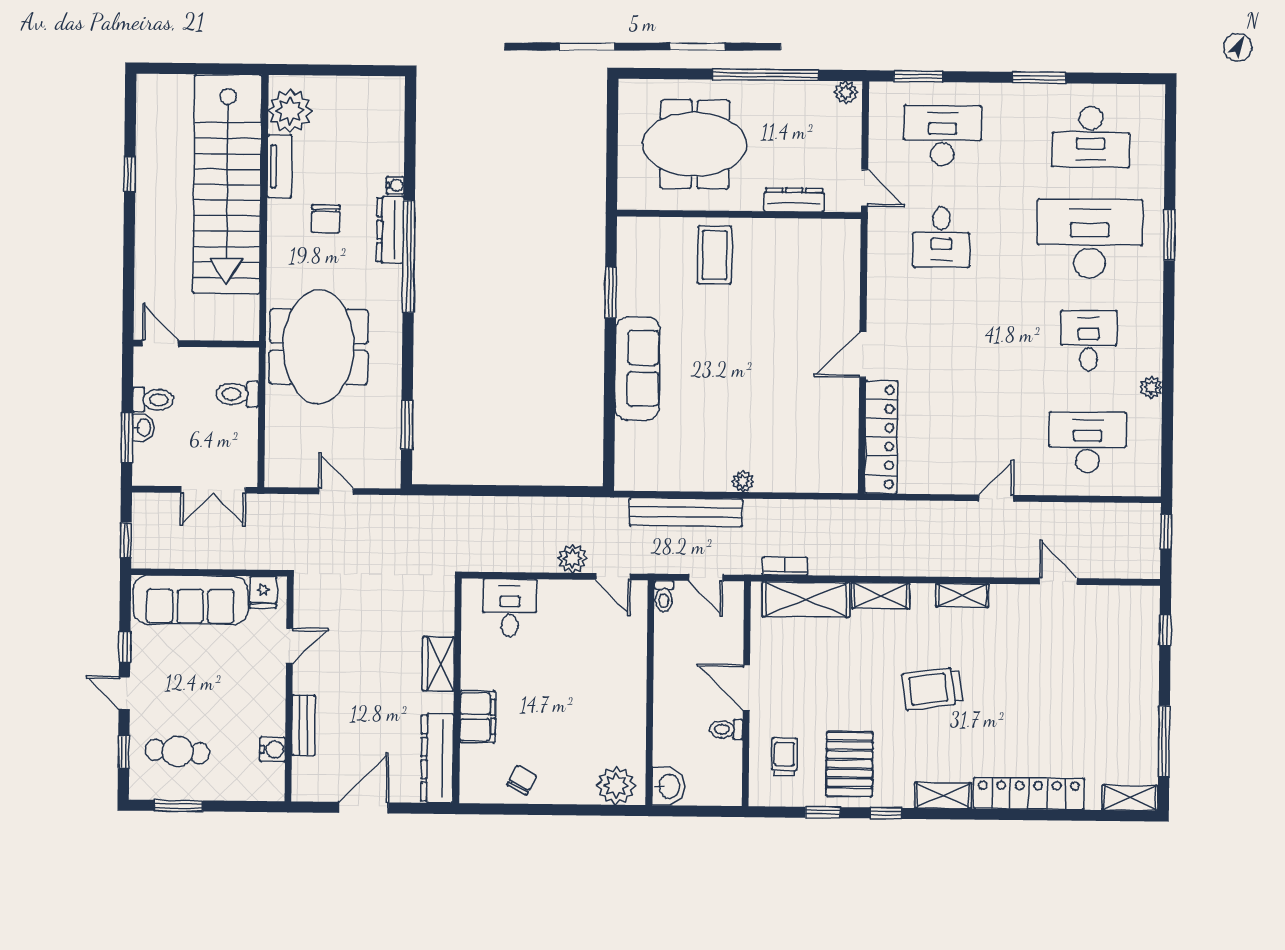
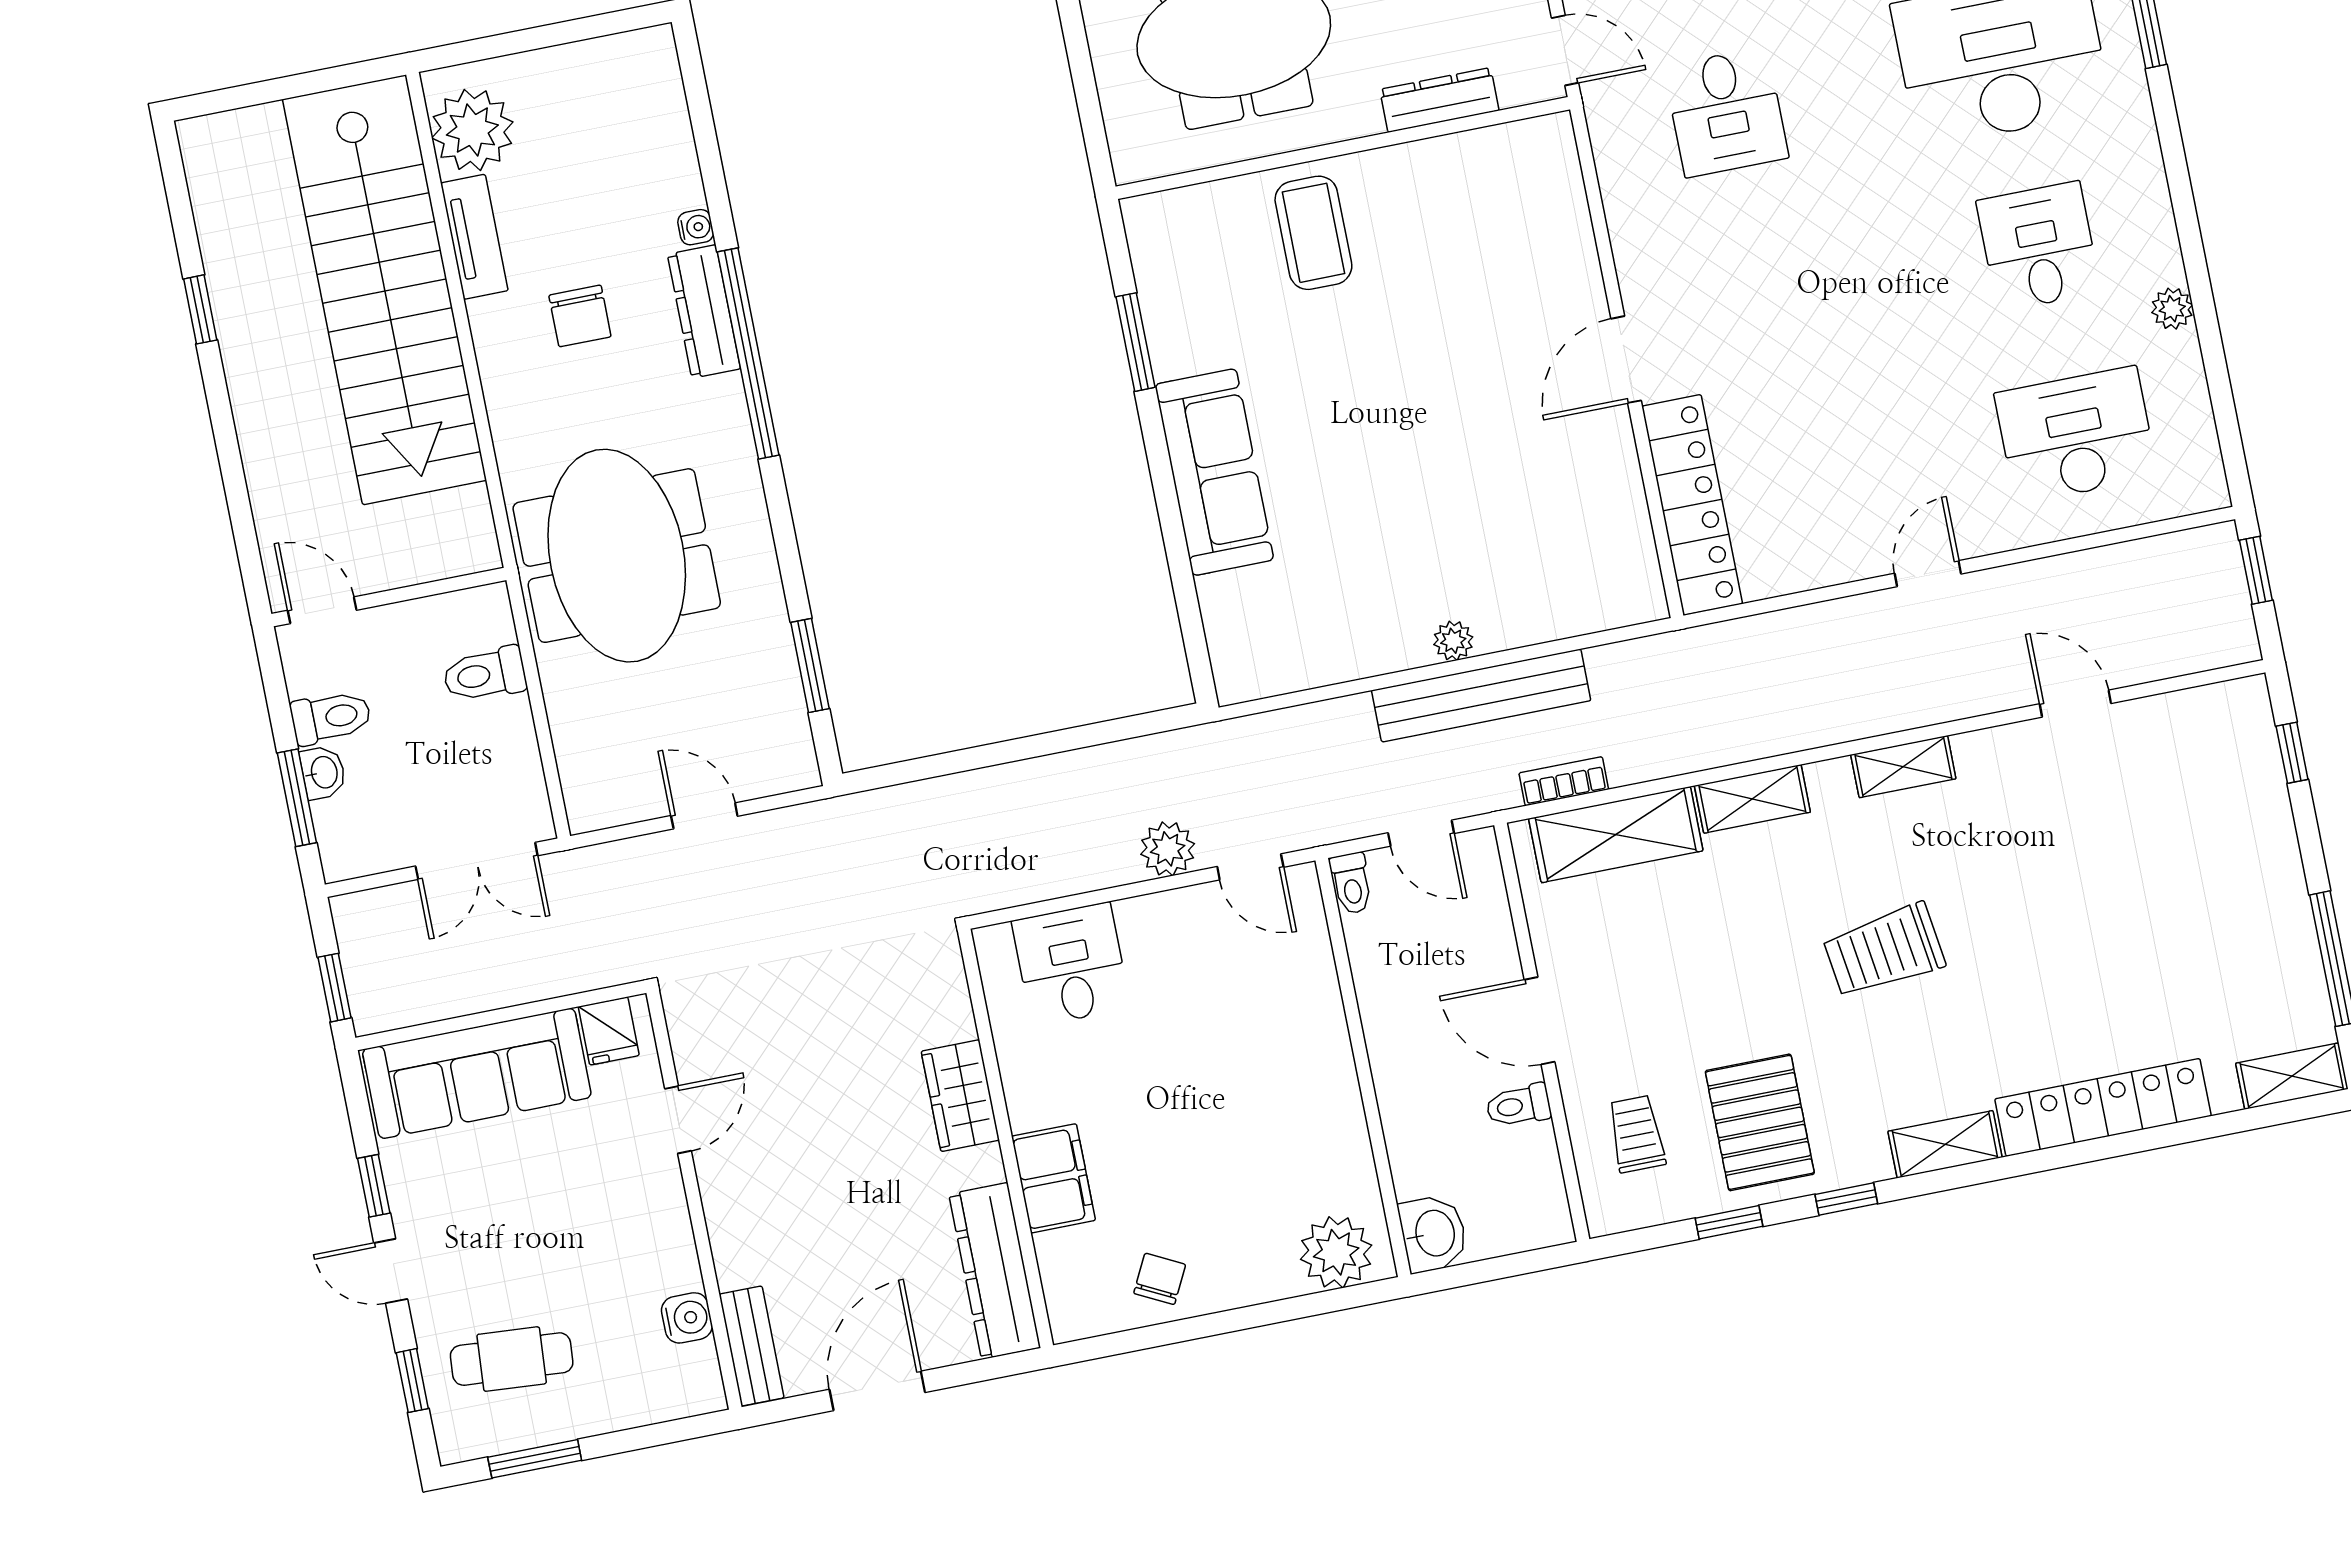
bench: (686, 512) -> (1481, 695), moved
bench: (304, 725) -> (752, 1346), moved

